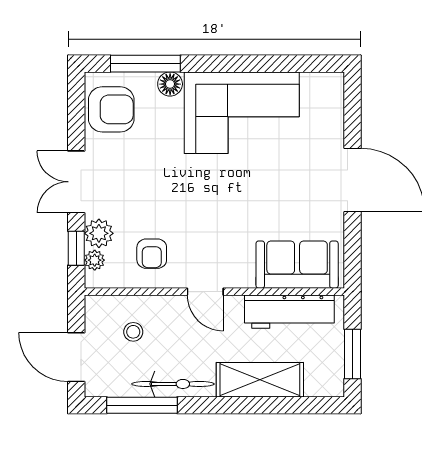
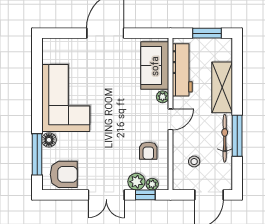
armchair: (111, 109) -> (64, 174), turned 90
armchair: (152, 254) -> (148, 151), turned 90
plant: (244, 278) -> (163, 97), added
window: (142, 405) -> (237, 136), moved

